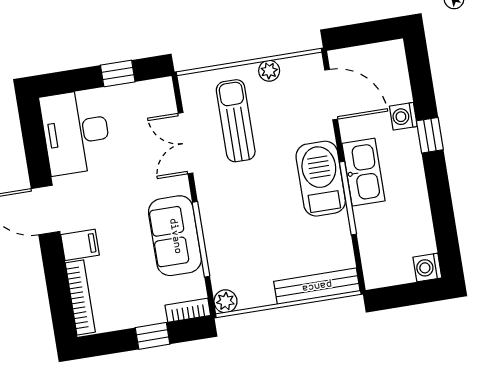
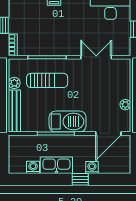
sun lounger: (236, 121) -> (47, 80), moved
kitchen sink: (363, 172) -> (56, 165), moved, turned 180
sofa: (175, 236) -> (51, 44), removed
washing machine: (427, 267) -> (33, 167), moved
plant: (225, 301) -> (14, 83), moved

